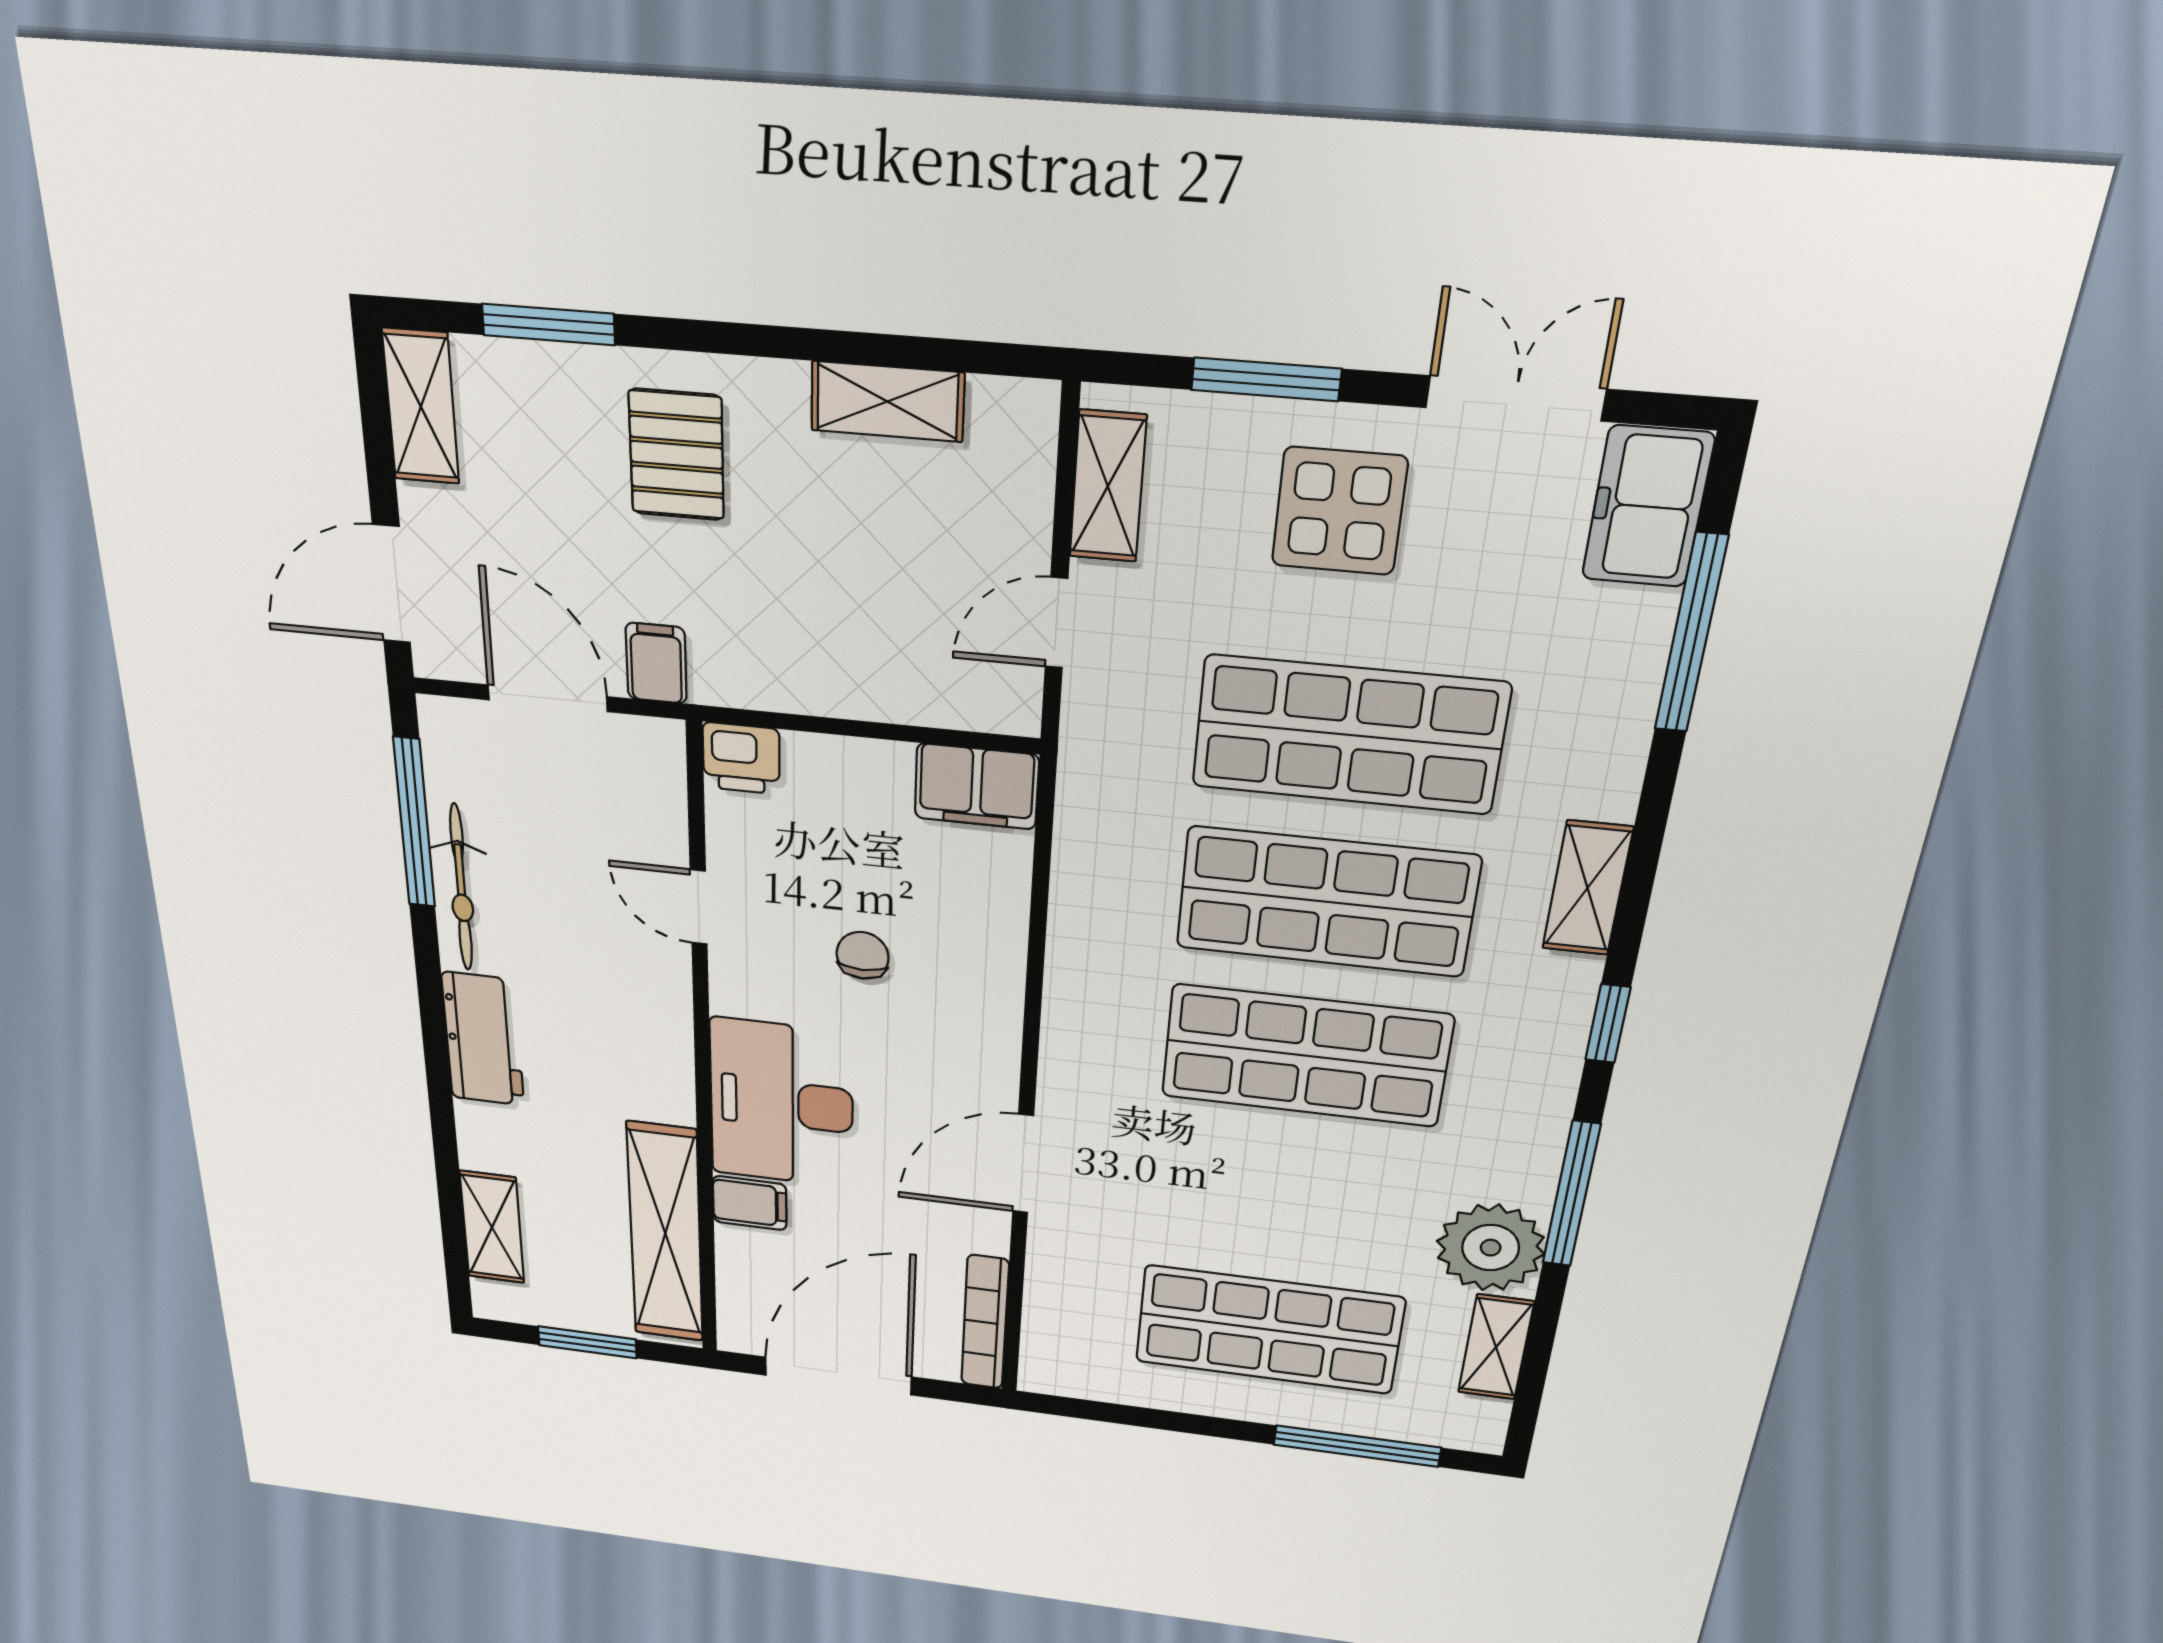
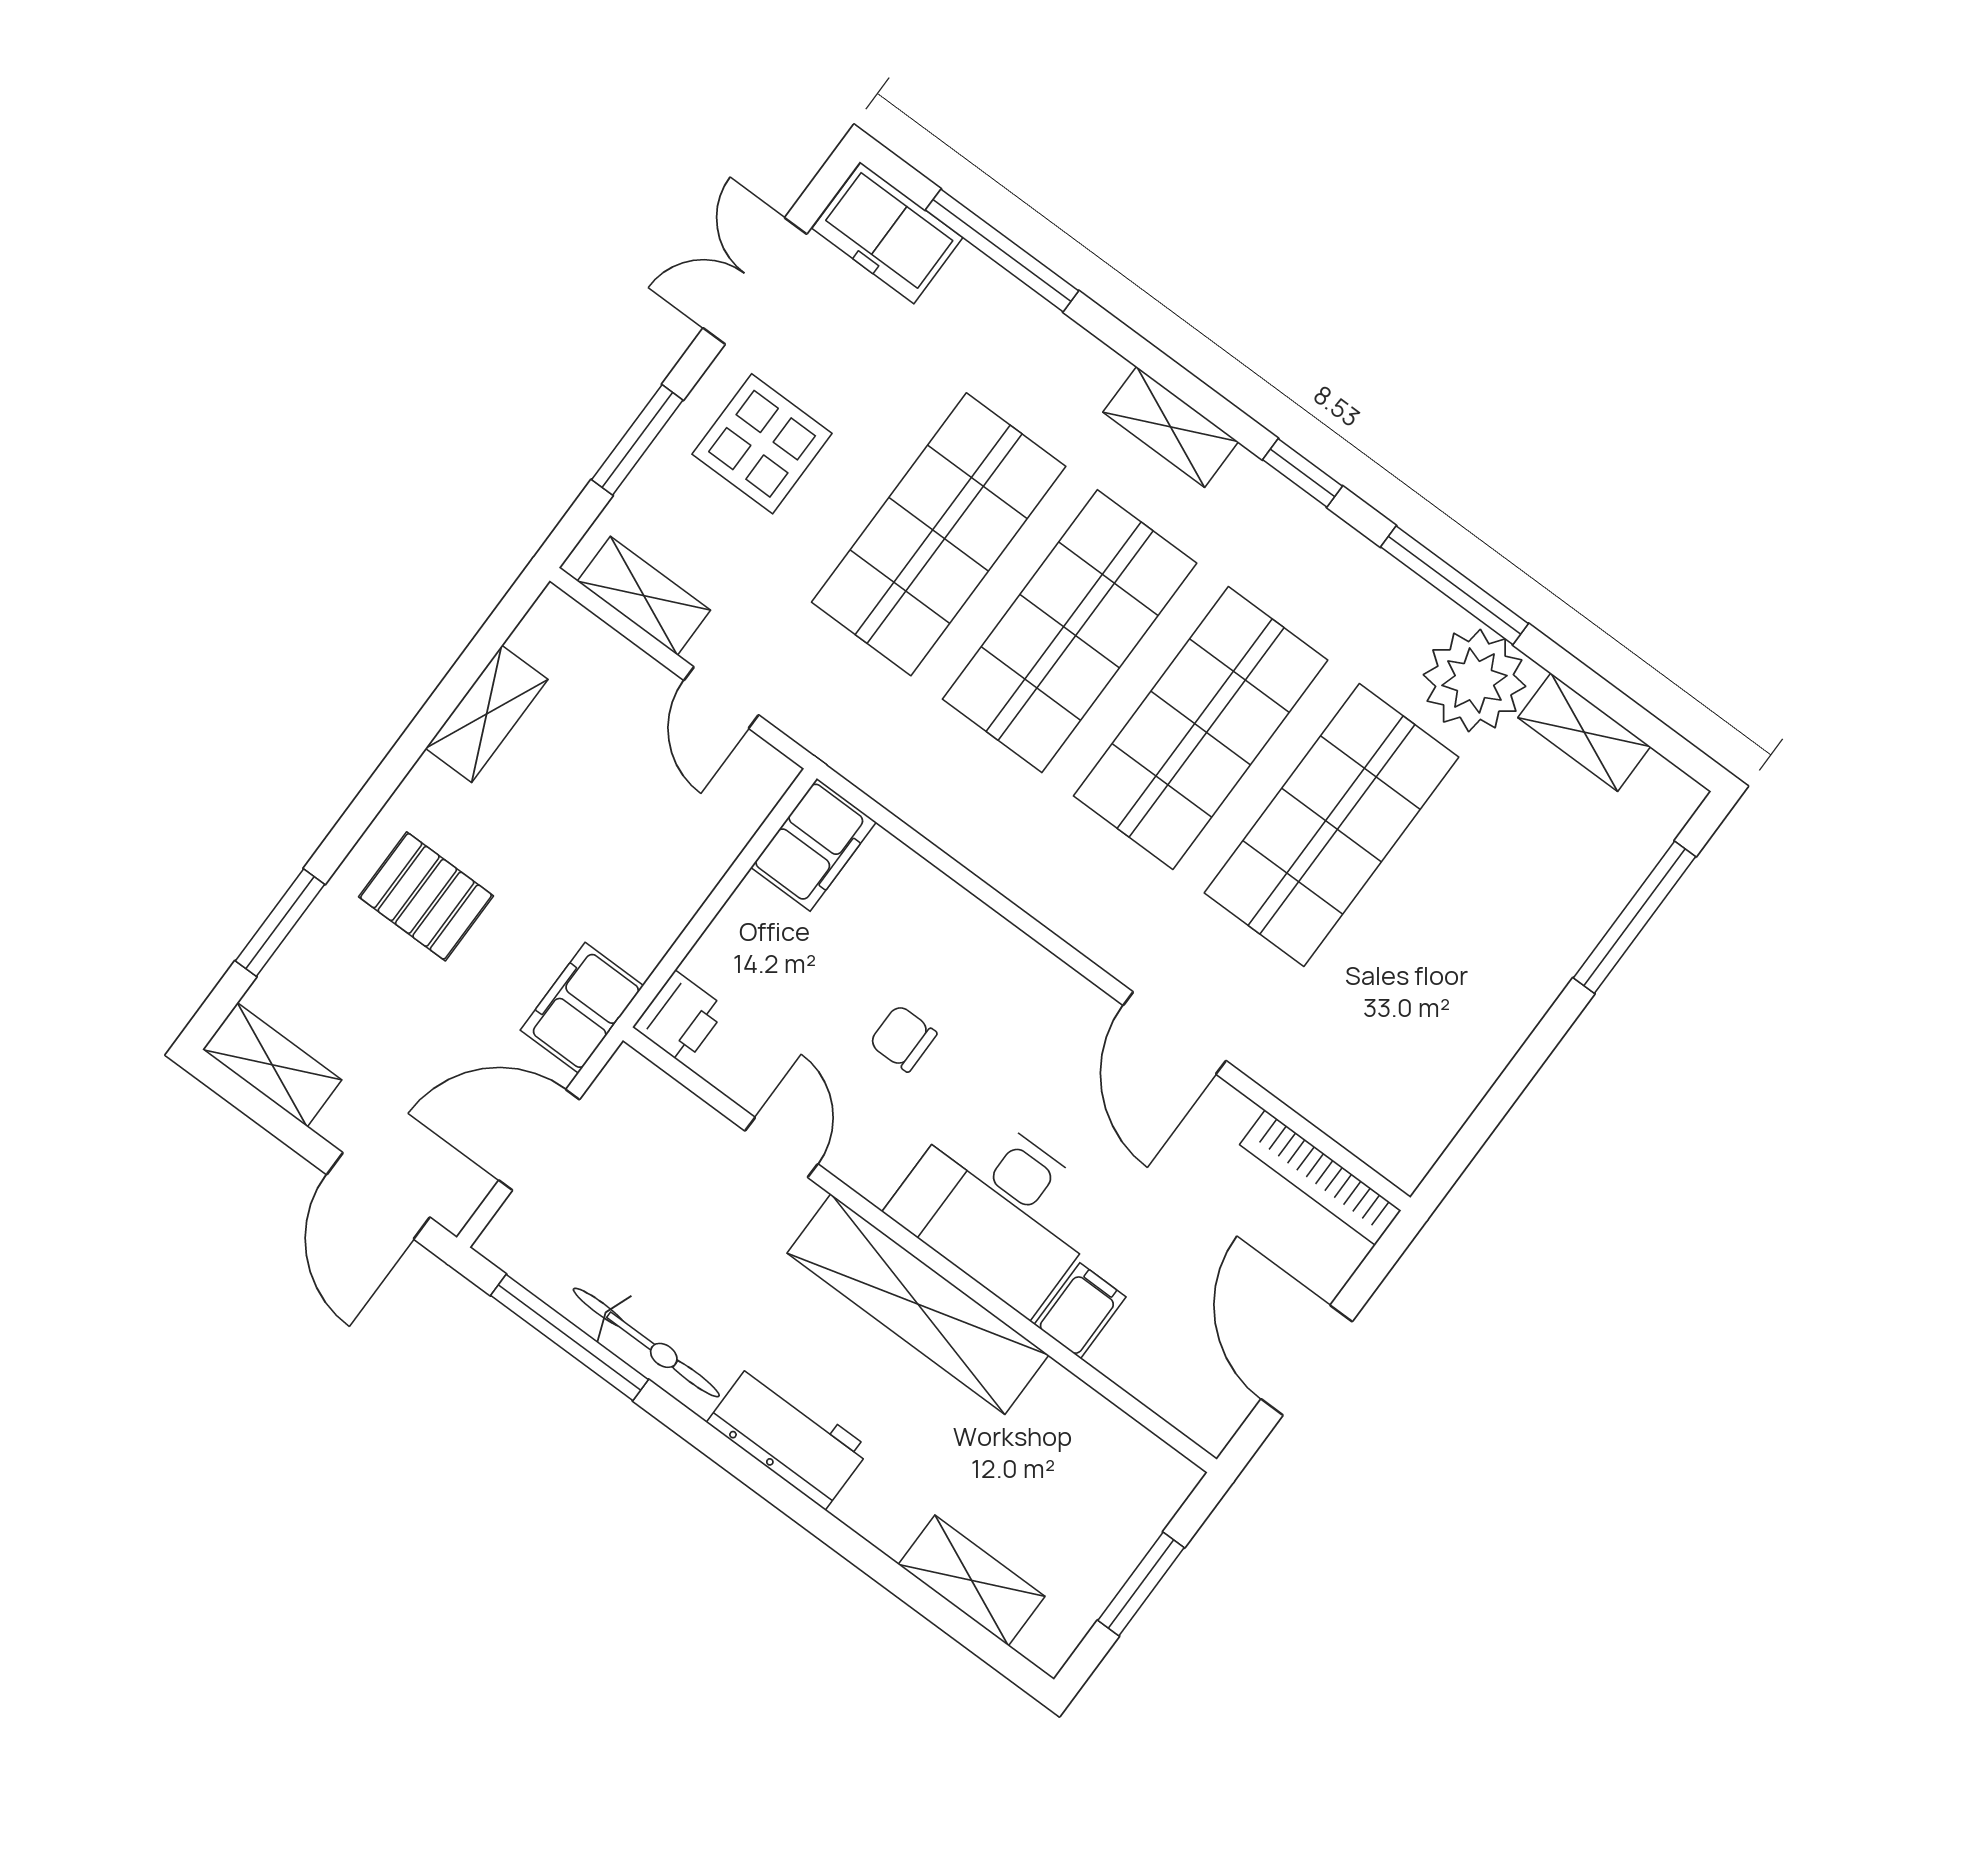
filing cabinet: (656, 663) -> (582, 1008), width x2.00
door: (699, 907) -> (781, 1147), swing flipped
shelving: (665, 1233) -> (918, 1304), moved
shop shelf: (1269, 1330) -> (1332, 825), moved
door: (838, 1376) -> (1307, 1360), width x0.73

